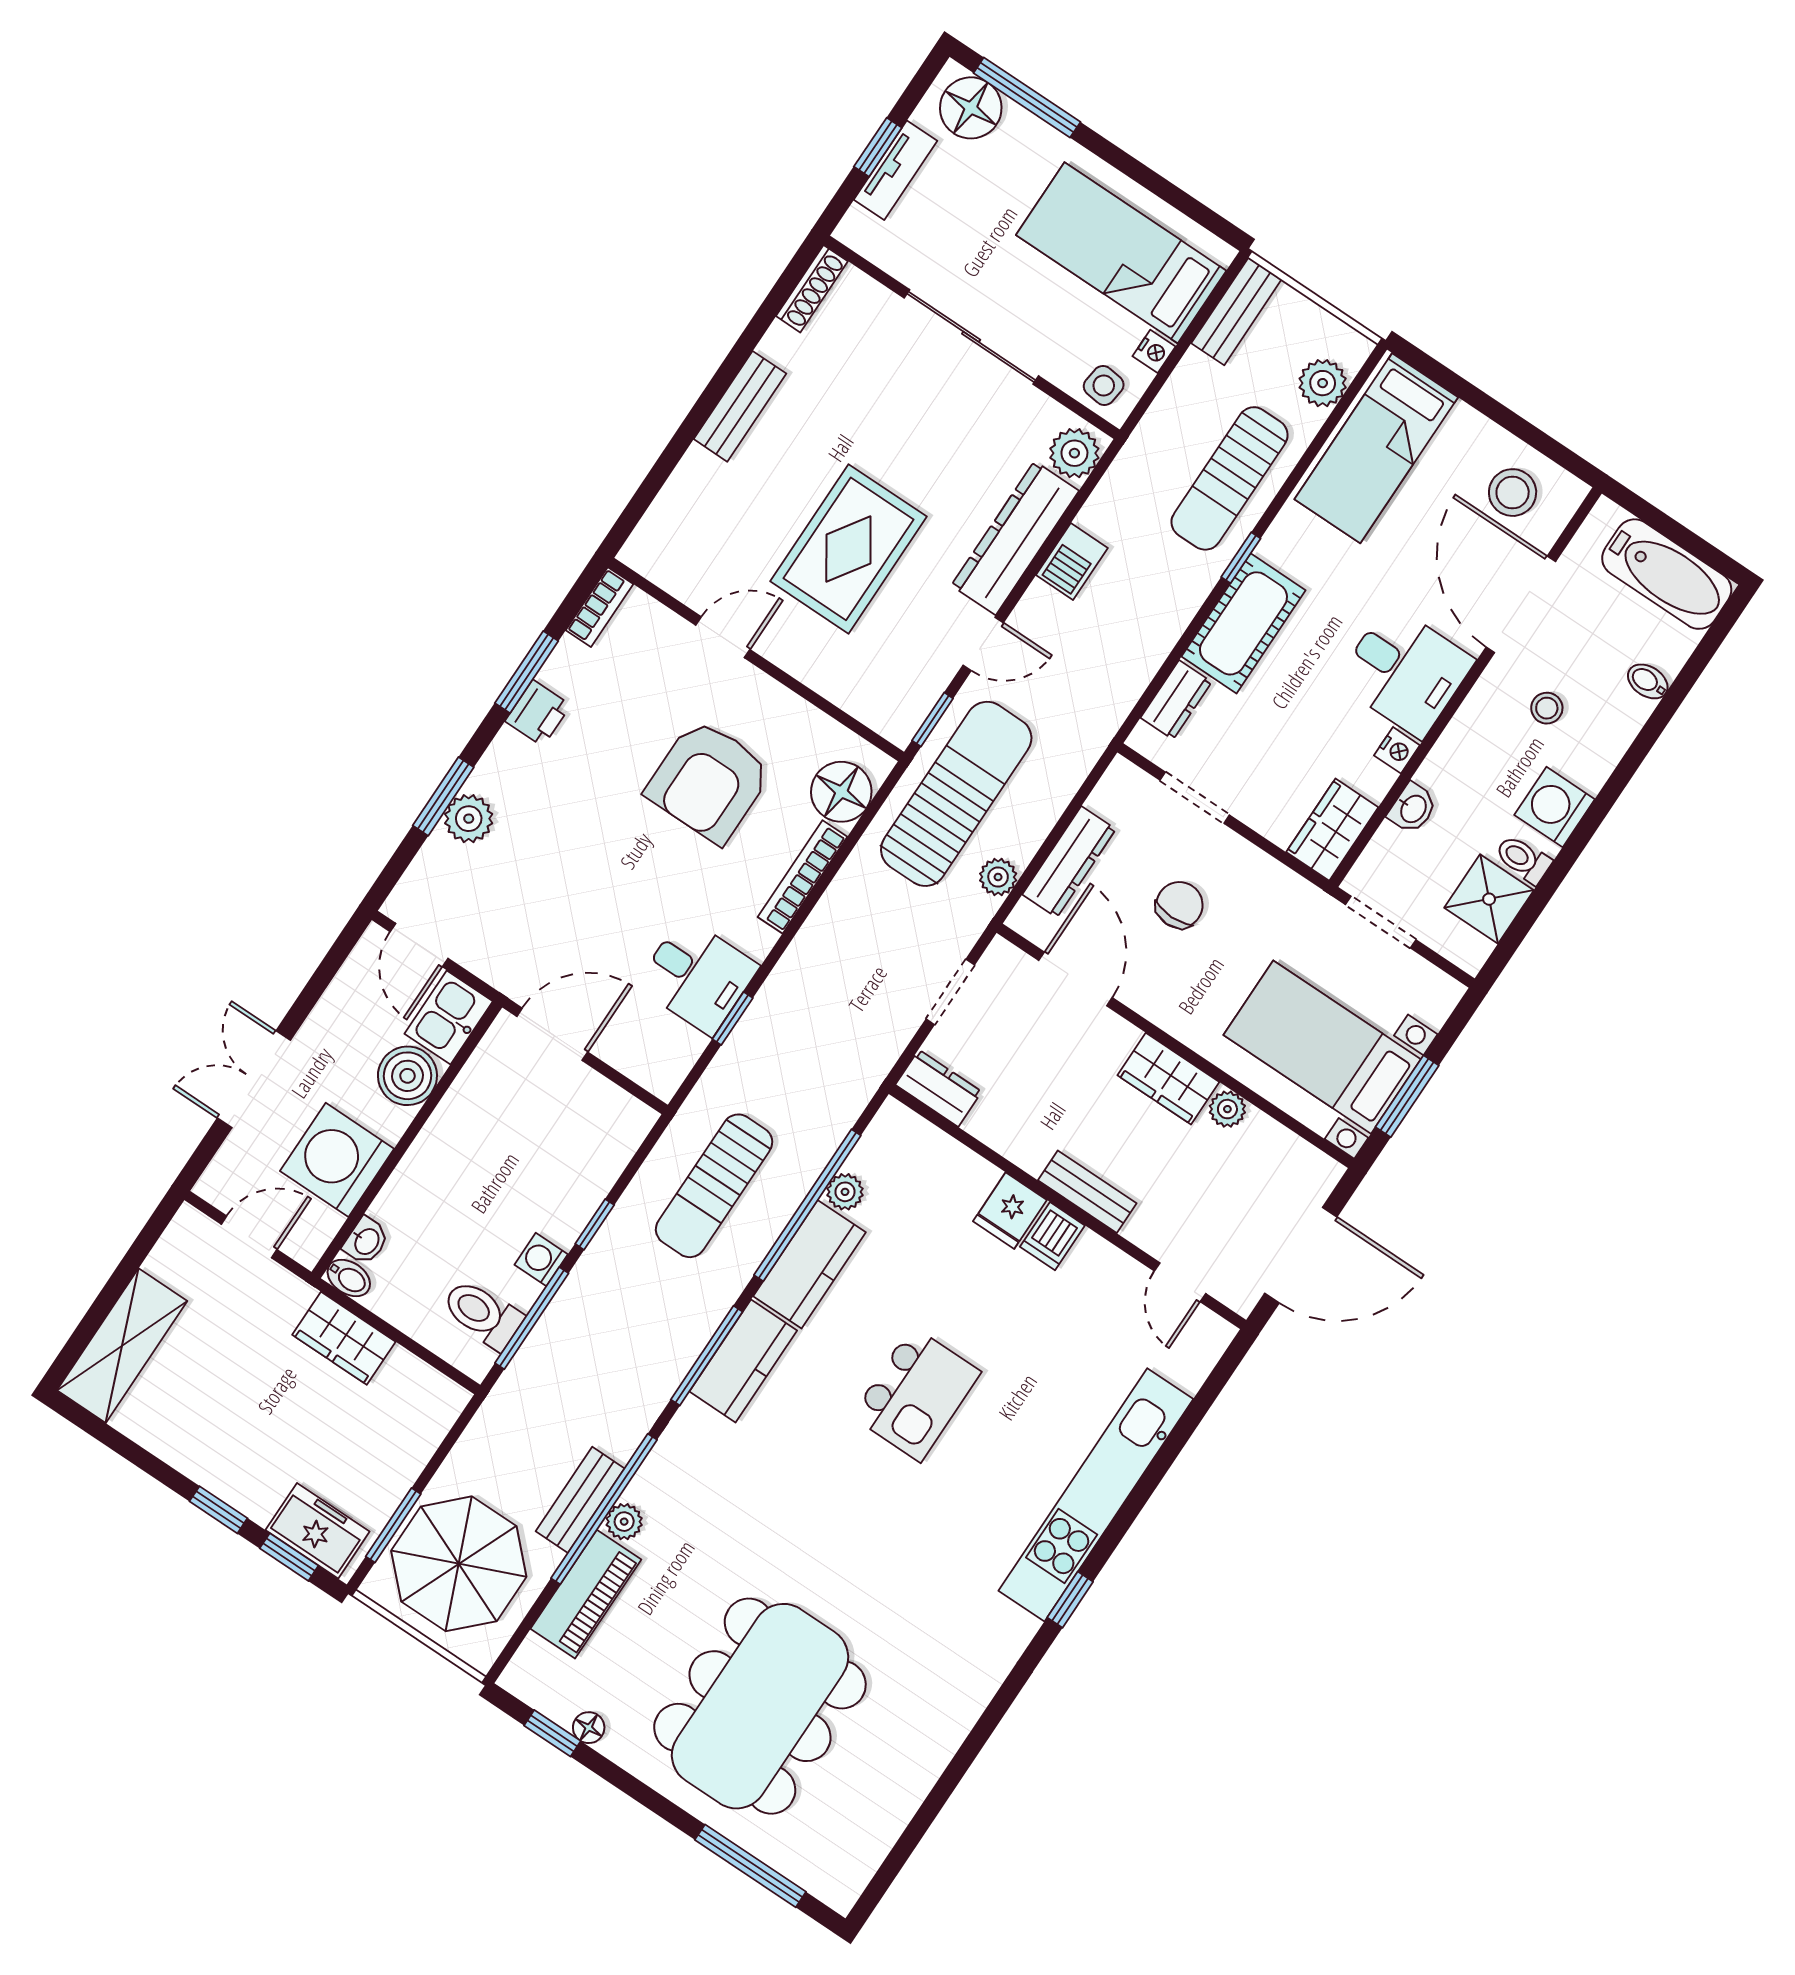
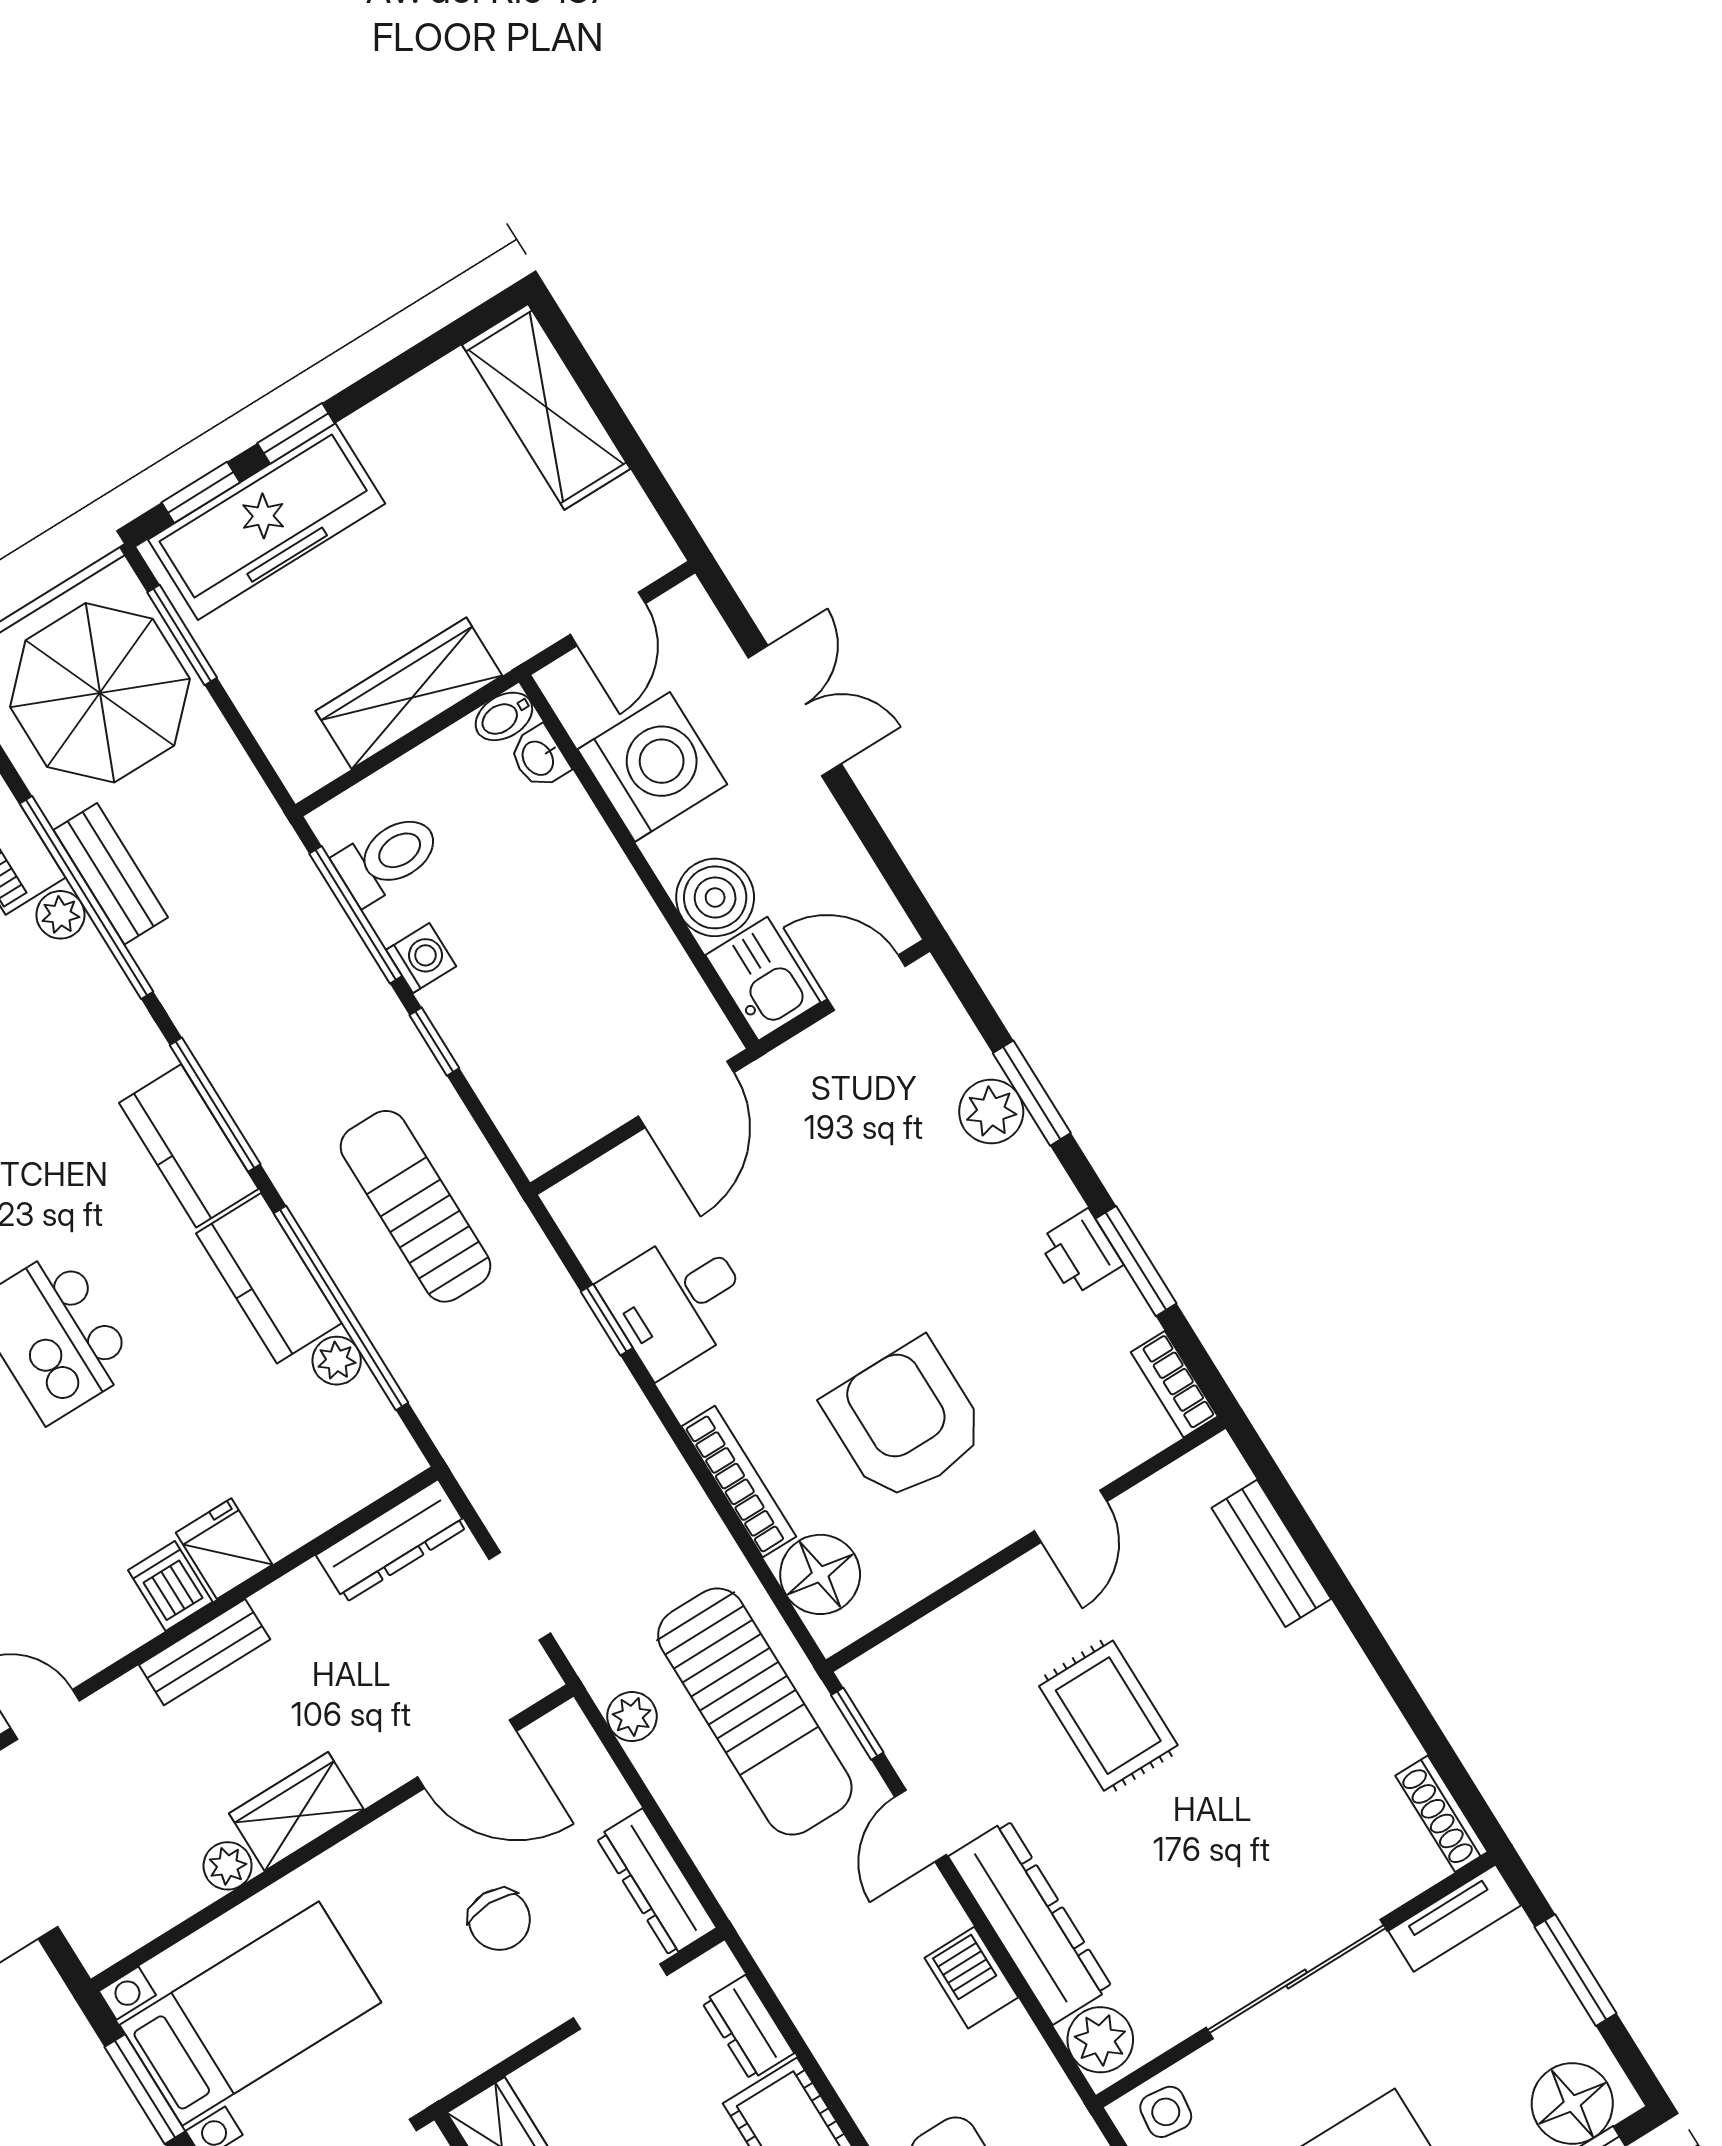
window: (878, 147) -> (1576, 1970), width x1.50
tv unit: (896, 170) -> (1455, 1918), moved, turned -90
bench: (740, 406) -> (1271, 1553), moved
rug: (848, 549) -> (1108, 1716), width x0.73, depth x0.70
dresser: (1069, 862) -> (656, 1883), moved
dresser: (938, 1088) -> (392, 1541), width x1.44
wardrobe: (344, 1338) -> (409, 693), width x1.50
freezer: (318, 1531) -> (267, 522), width x1.91, depth x1.26

